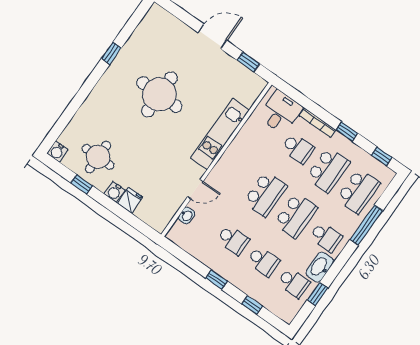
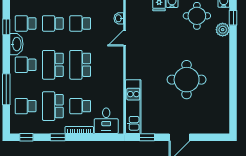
window: (111, 53) -> (233, 18), moved
plant: (80, 121) -> (223, 30), added
kitchen unit: (220, 134) -> (133, 107), moved
school desk: (358, 191) -> (26, 106), width x0.54

